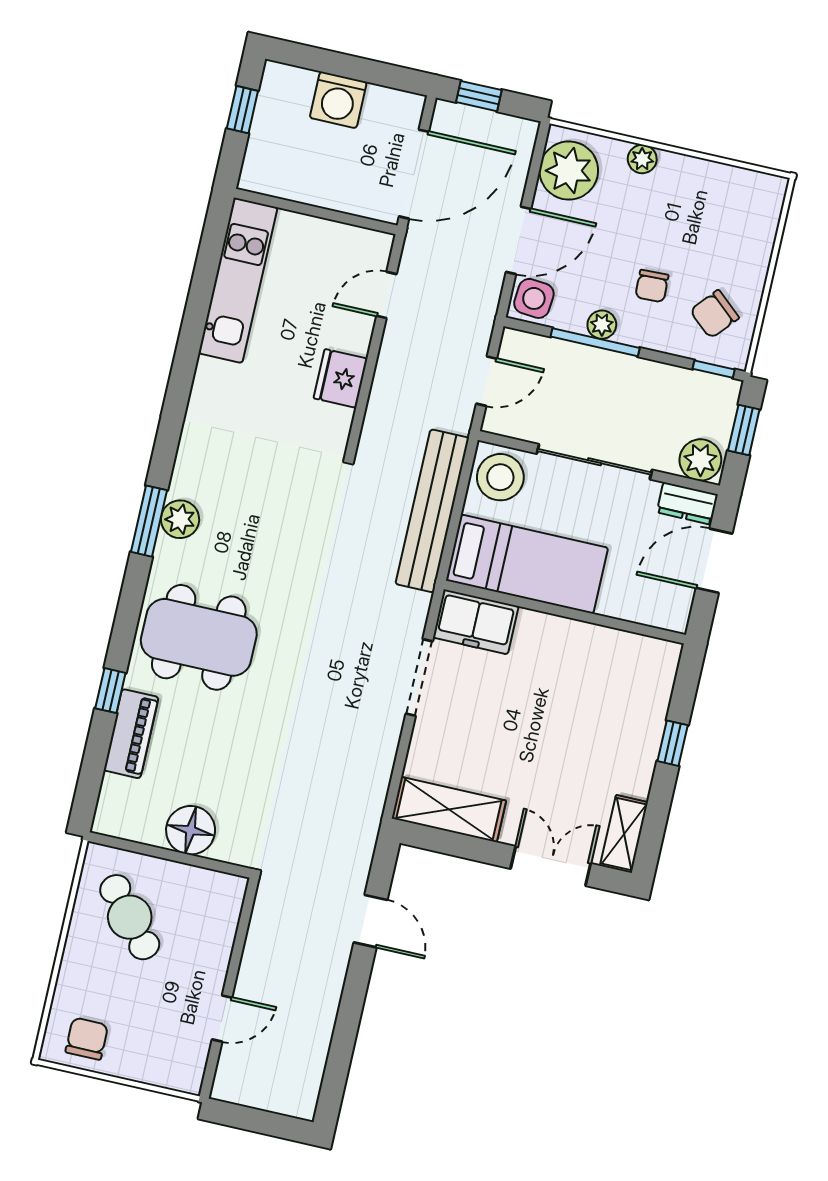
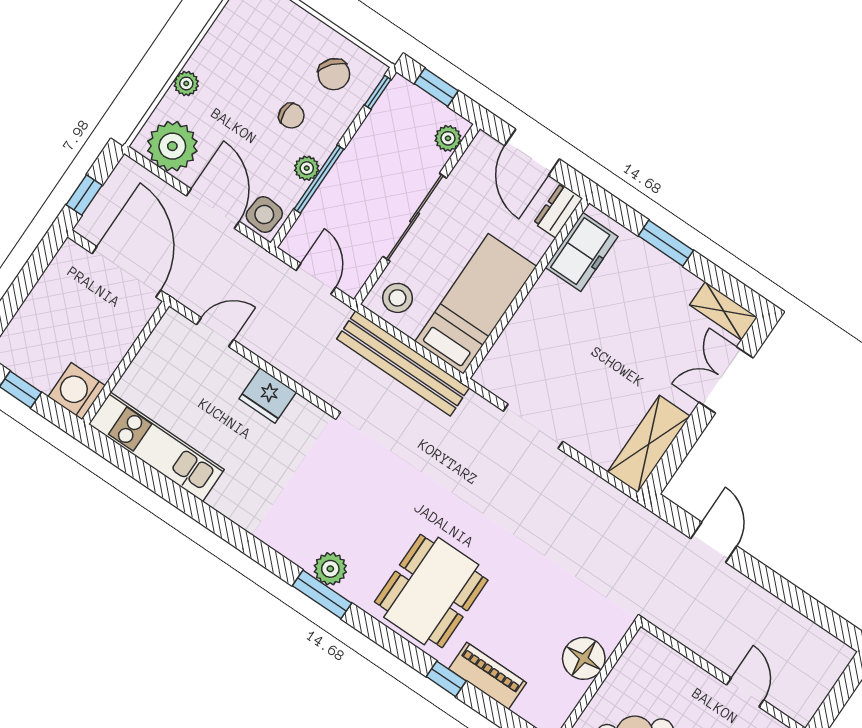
washing machine: (338, 100) -> (77, 391), moved, turned 180
door: (386, 295) -> (215, 332), swing flipped
plant: (700, 460) -> (448, 138), width x0.73, depth x0.73
stool: (500, 477) -> (397, 298), width x0.73, depth x0.73
dresser: (687, 503) -> (558, 211), moved, turned 180
freezer: (476, 622) -> (582, 252), moved
window: (673, 743) -> (666, 243), width x1.50
door: (371, 921) -> (714, 542), hinge flipped

